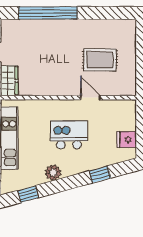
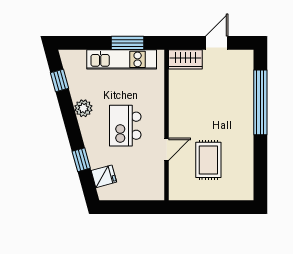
kitchen island: (69, 135) -> (125, 126), turned 180
fridge: (127, 140) -> (104, 176), moved, turned 75

